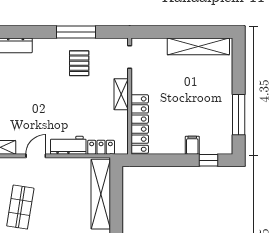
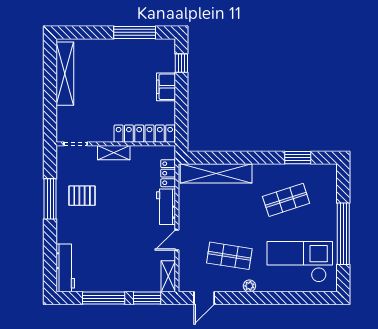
filing cabinet: (192, 145) -> (166, 87), width x2.00
door: (36, 156) -> (177, 240), hinge flipped

